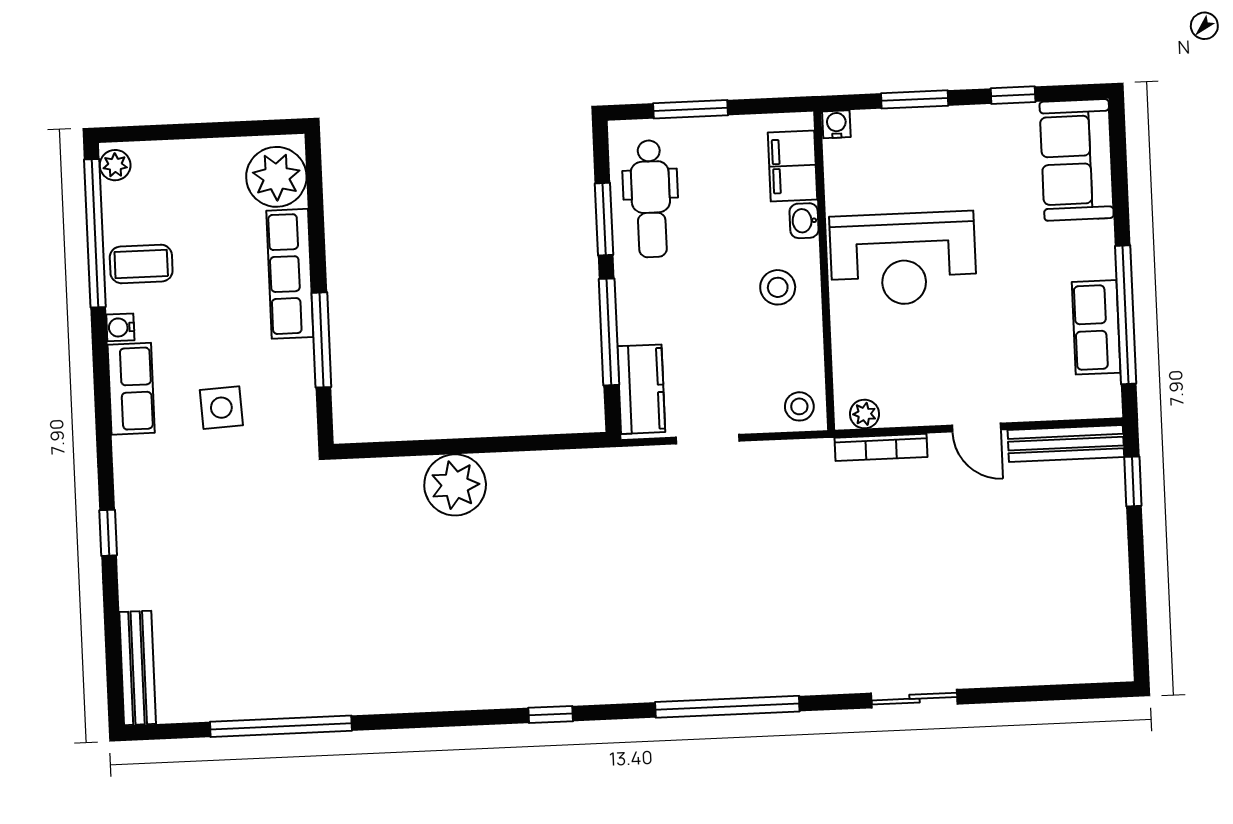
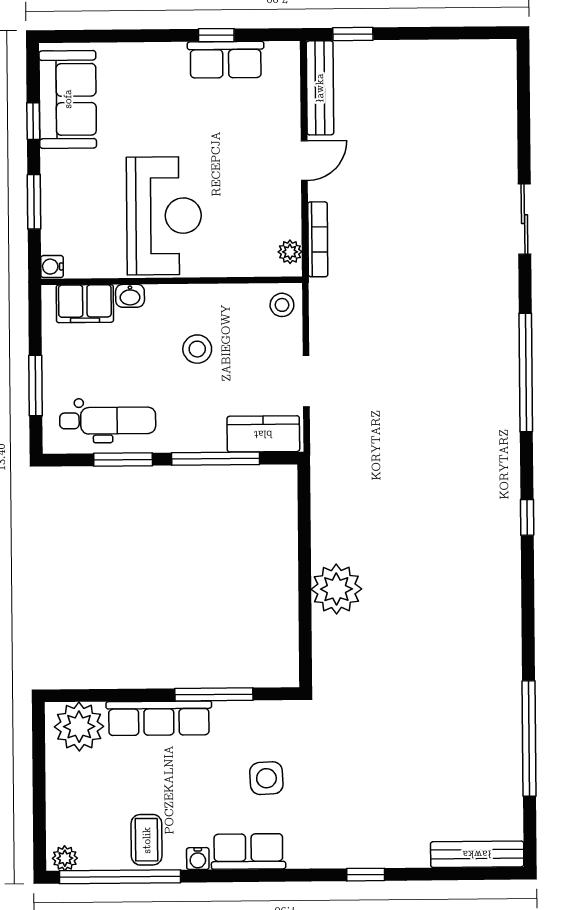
sofa: (1077, 160) -> (68, 99), moved, turned -90
stool: (778, 287) -> (197, 349), moved
window: (1126, 315) -> (216, 35), width x0.32

